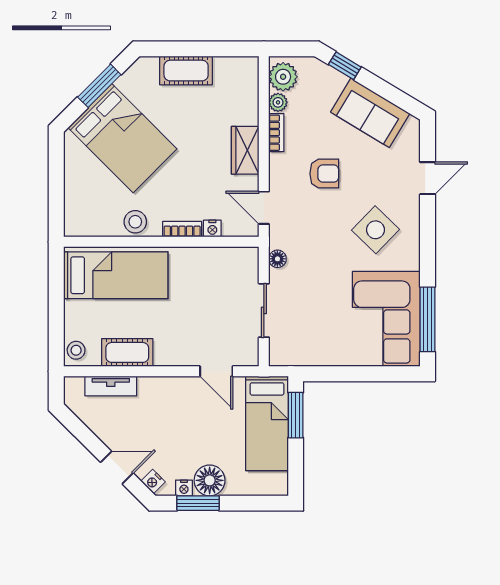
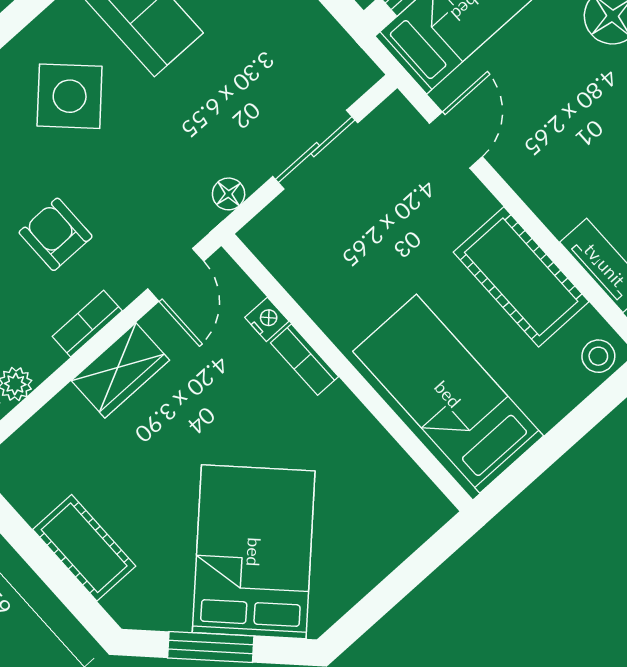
bookcase: (276, 133) -> (87, 324), moved
stool: (135, 222) -> (352, 432), removed
cot: (127, 352) -> (521, 277), width x1.37, depth x1.34

